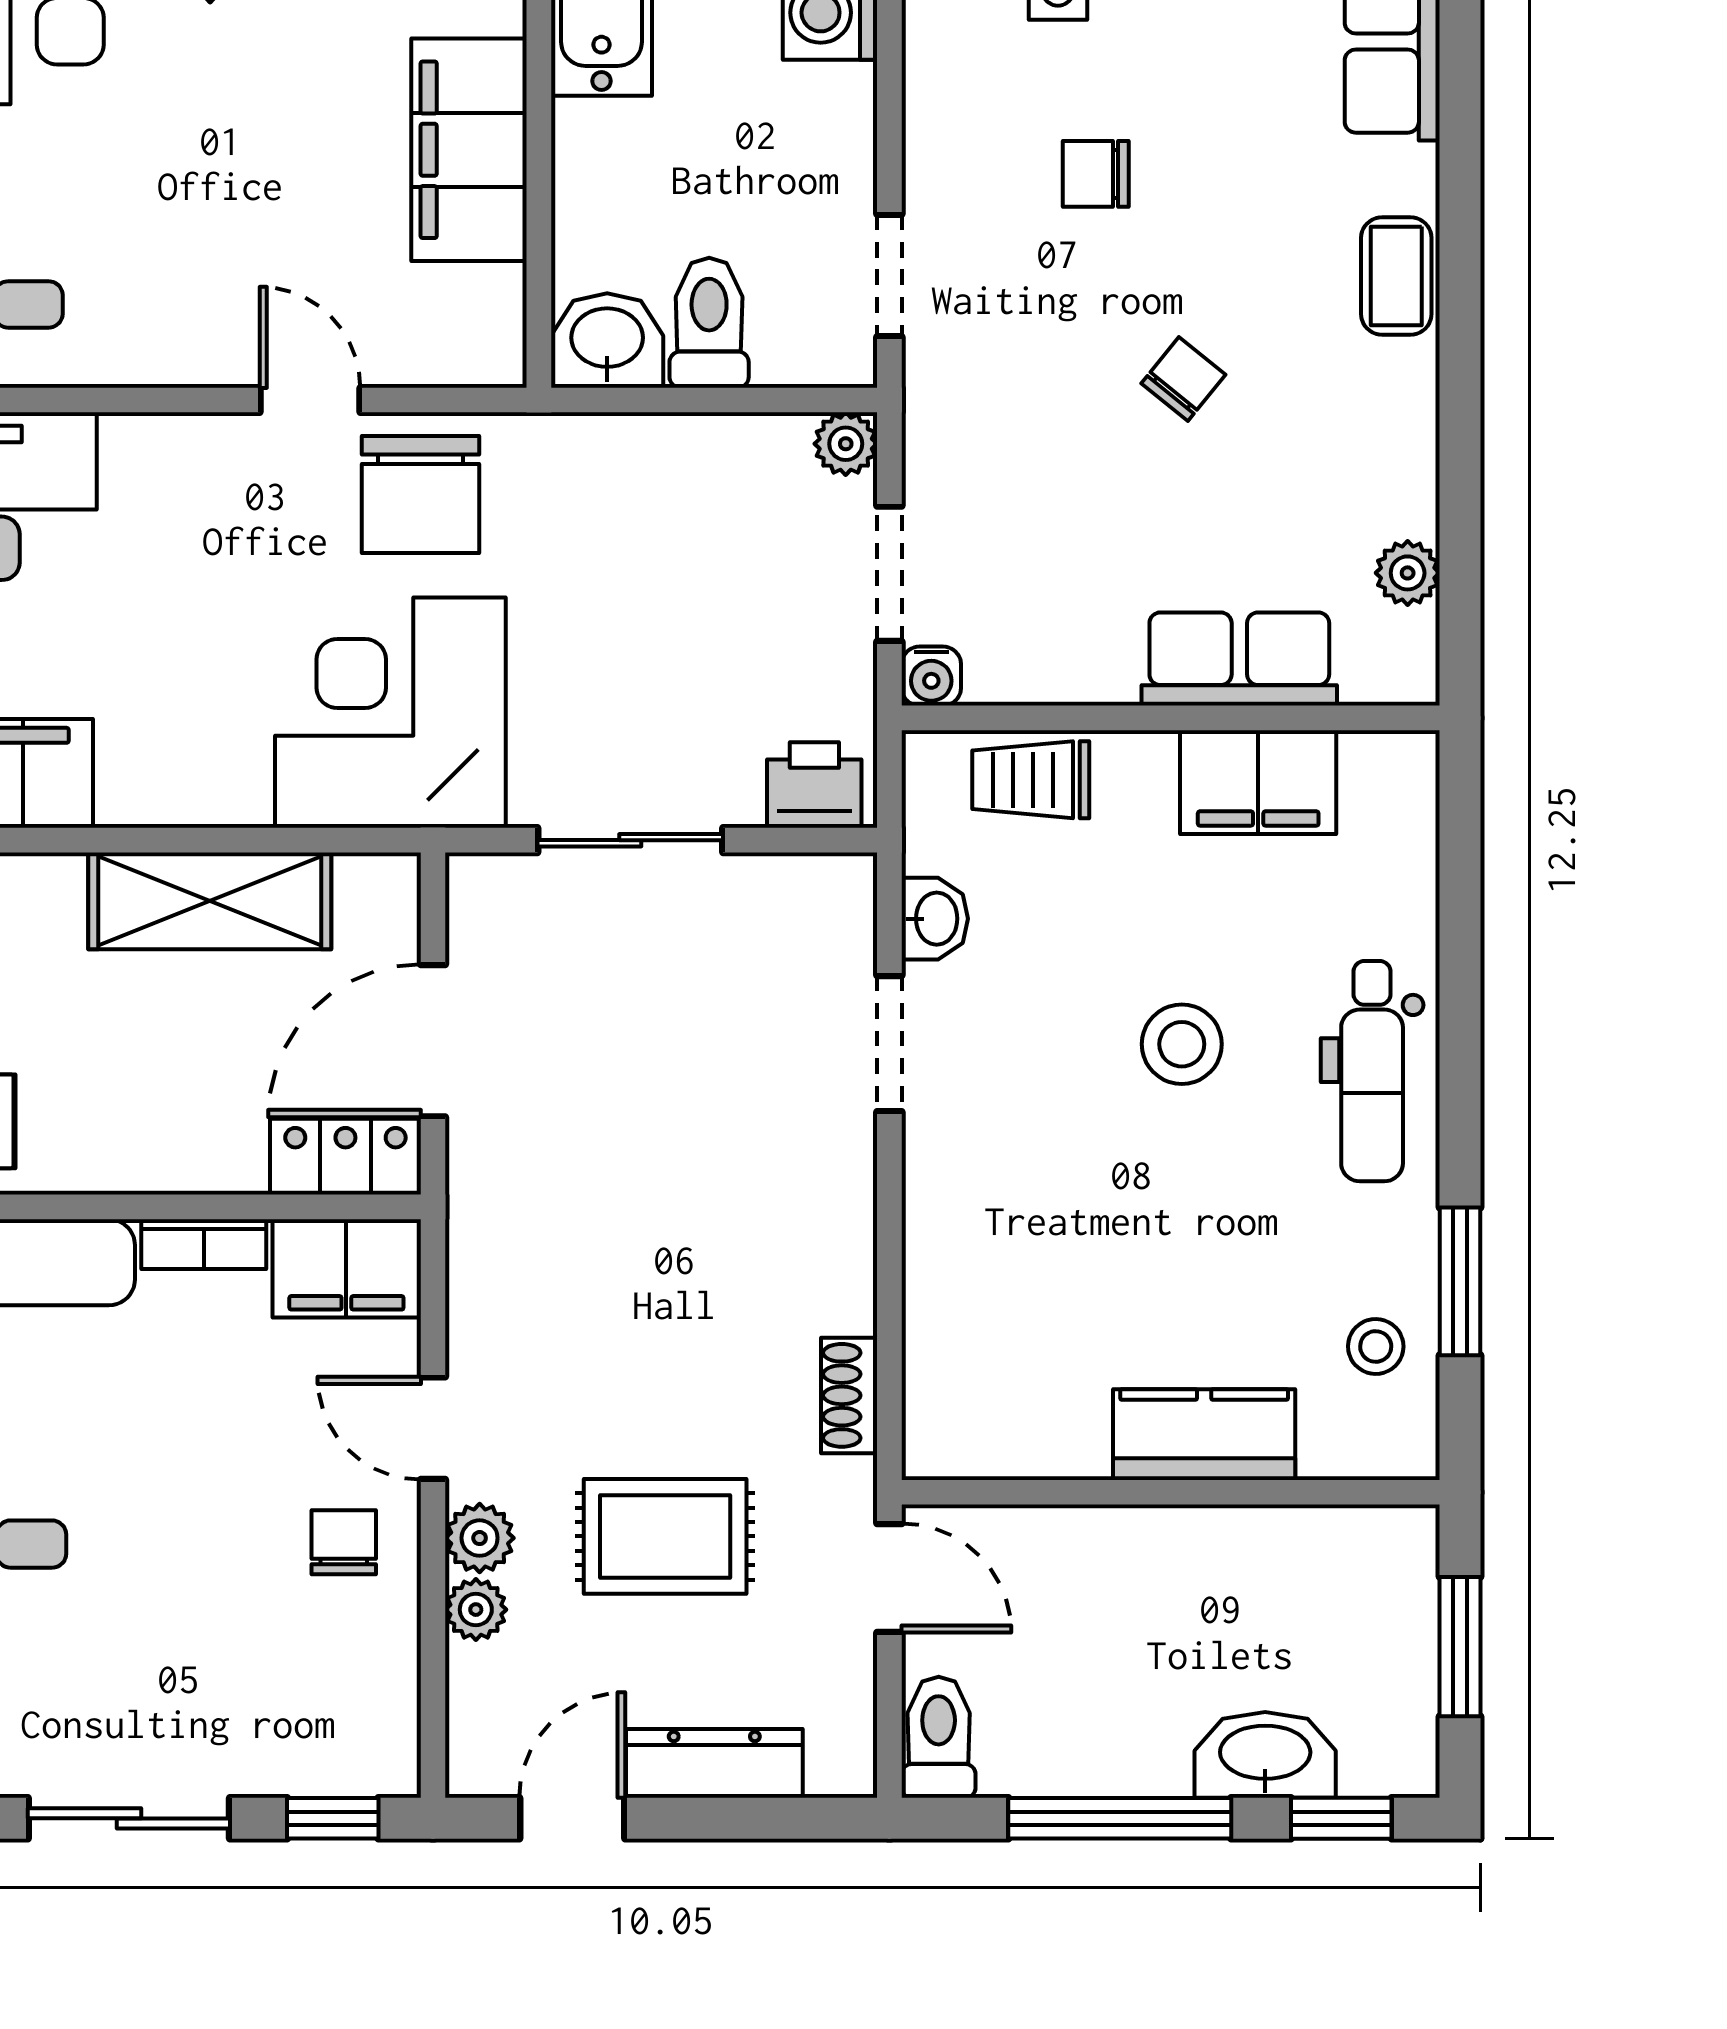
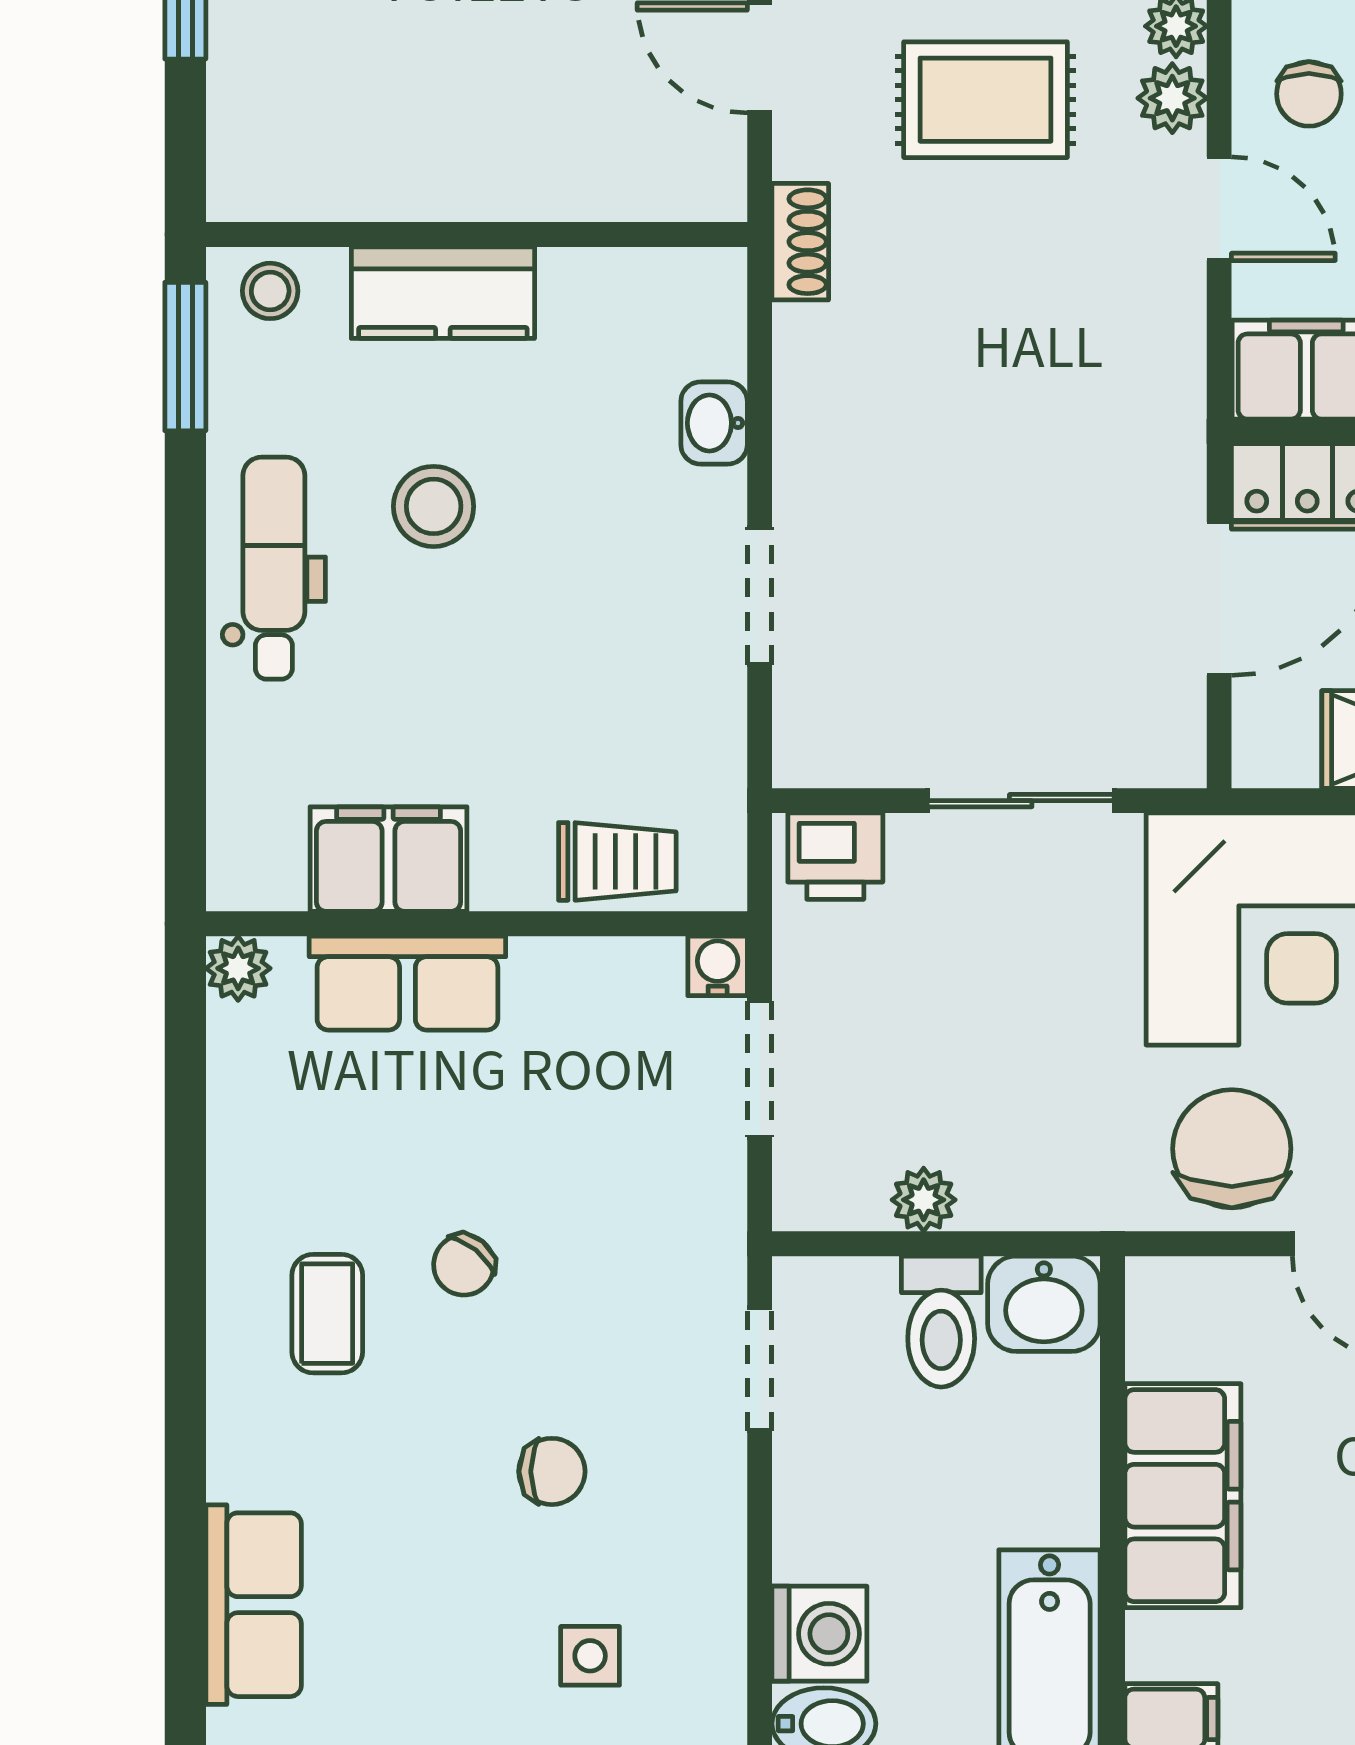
coffee table: (1396, 276) -> (327, 1314), moved
plant: (846, 444) -> (924, 1200), moved
plant: (1408, 573) -> (238, 968), moved
washbasin: (935, 919) -> (714, 423), moved
stool: (1182, 1044) -> (434, 506), moved
kitchen counter: (1204, 1435) -> (443, 293), moved
wall: (1171, 1492) -> (477, 234), moved

